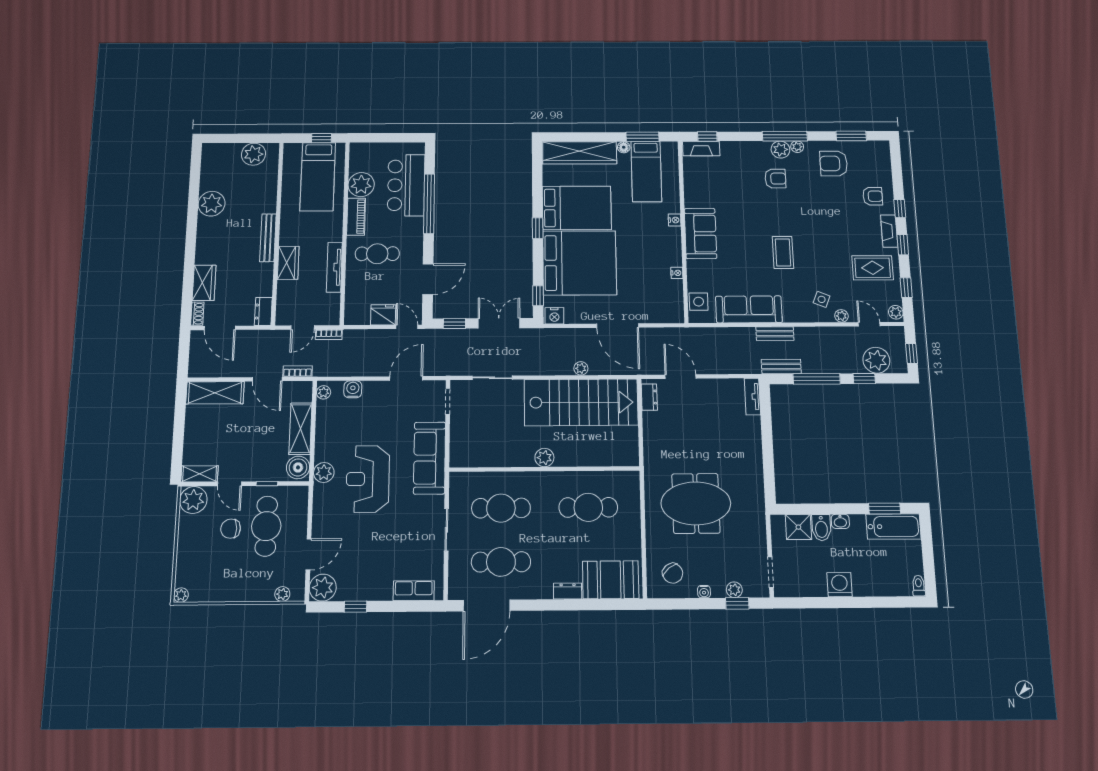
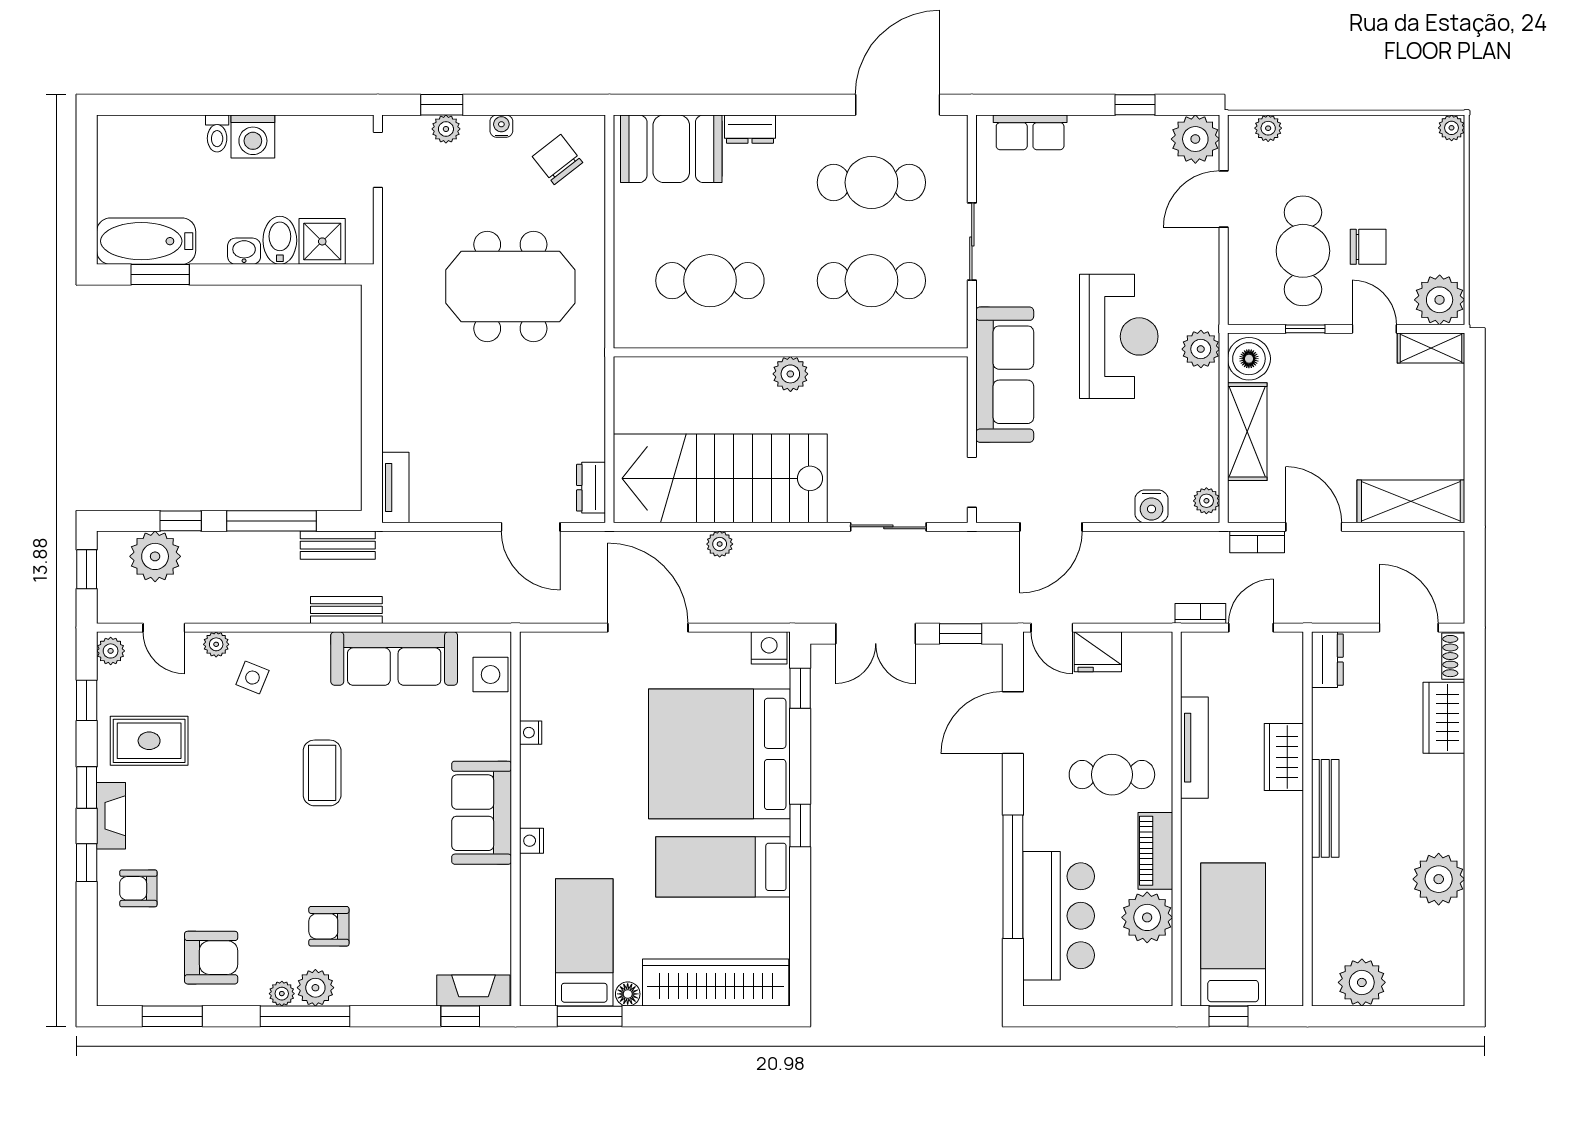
bed: (577, 208) -> (723, 867), width x0.67
toilet: (919, 586) -> (217, 133), moved

